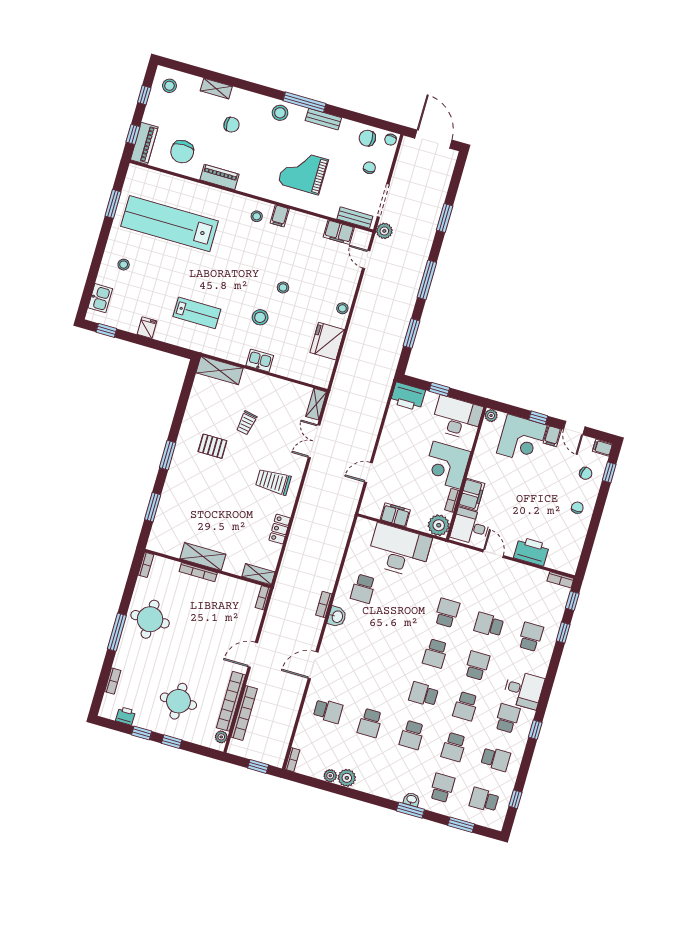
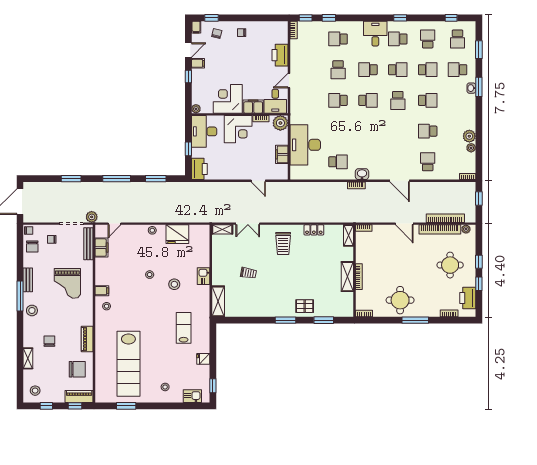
bench: (355, 218) -> (88, 244), width x1.36
corner desk: (522, 439) -> (228, 99), moved, turned -90
pallet: (212, 446) -> (305, 306), moved, turned 90
printer: (126, 716) -> (468, 298), width x1.87, depth x1.48
school desk: (370, 723) -> (428, 131), turned 180

